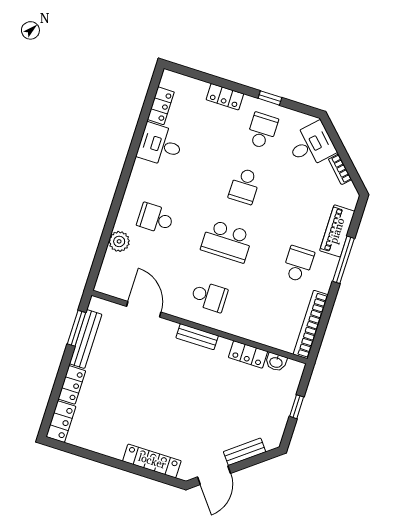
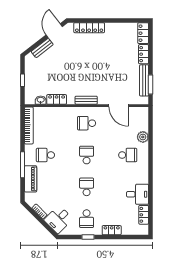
school desk: (227, 241) -> (87, 155), width x0.54
school desk: (298, 264) -> (45, 155), turned 90

